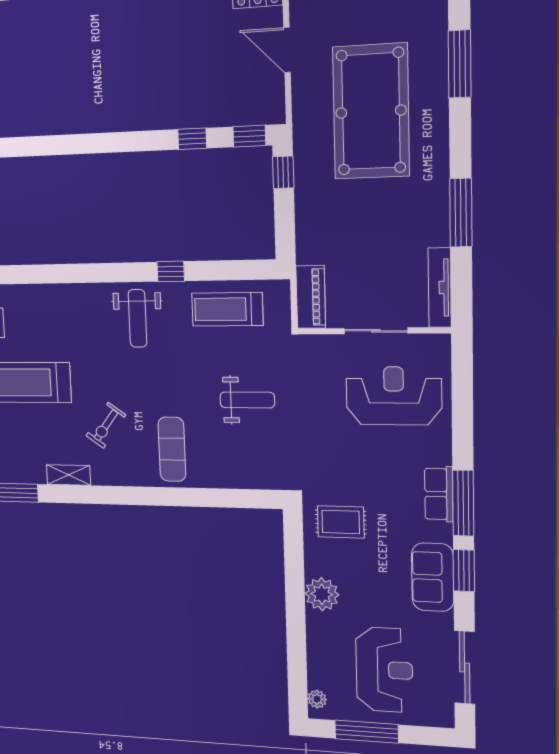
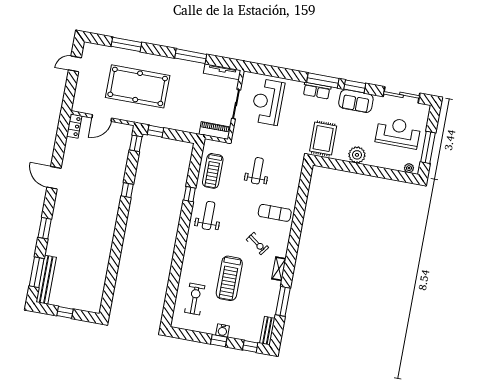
window: (192, 139) -> (127, 190), moved
weight bench: (138, 318) -> (209, 216), turned -90
rug: (341, 522) -> (323, 139), width x1.36, depth x1.43

